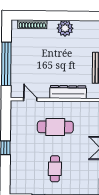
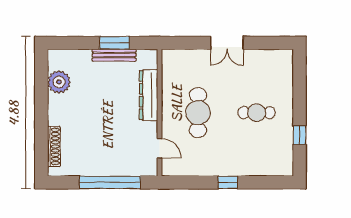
plant: (65, 28) -> (59, 82), moved
door: (30, 99) -> (160, 148), swing flipped

